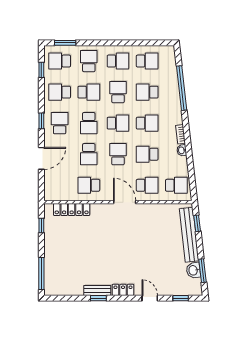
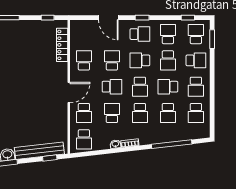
school desk: (118, 92) -> (168, 87), turned 180
school desk: (147, 92) -> (168, 113), turned 180
school desk: (89, 154) -> (112, 60), turned 90

